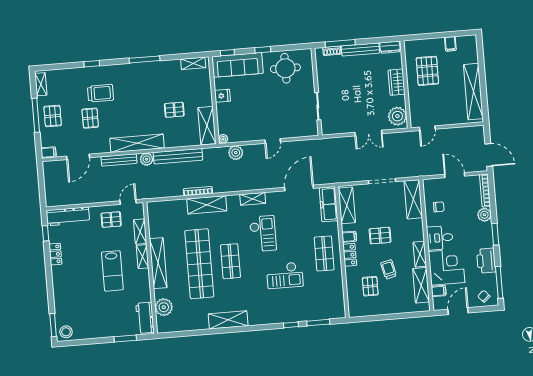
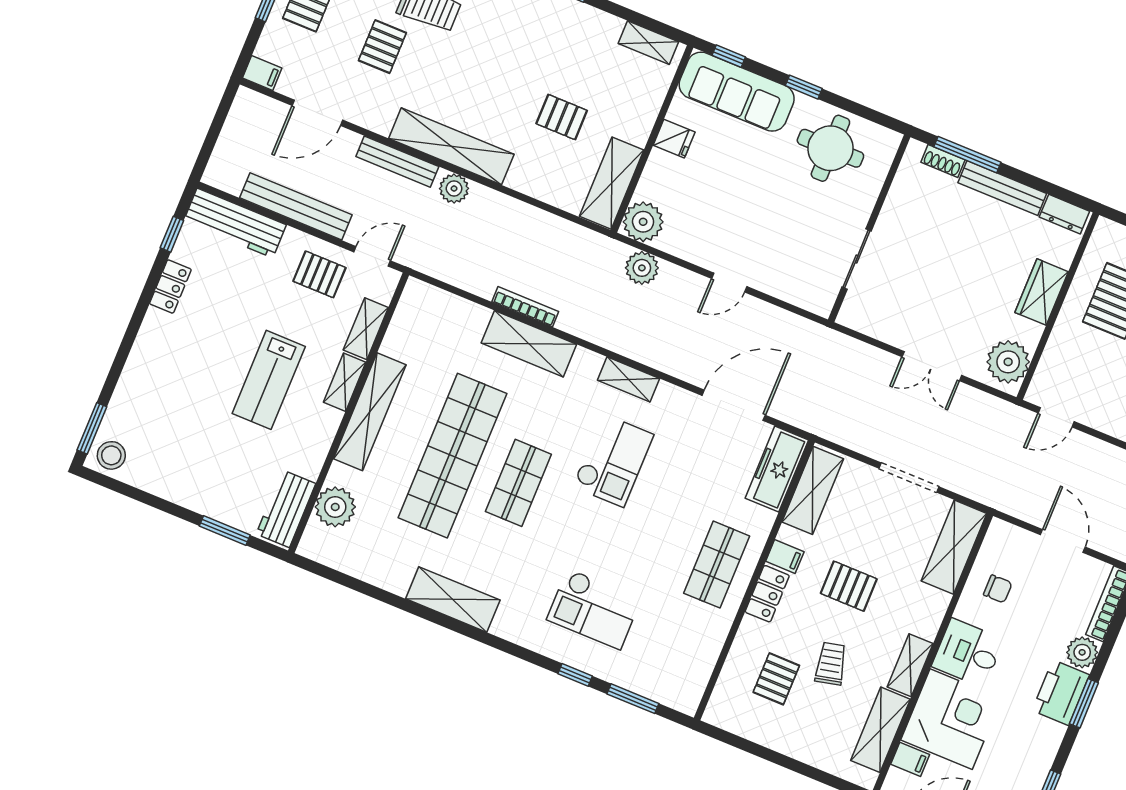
plant: (223, 139) -> (643, 222), width x1.88, depth x1.88
bench: (178, 156) -> (296, 206), moved
printer: (486, 261) -> (1061, 693), moved
checkout: (285, 275) -> (594, 609), moved

